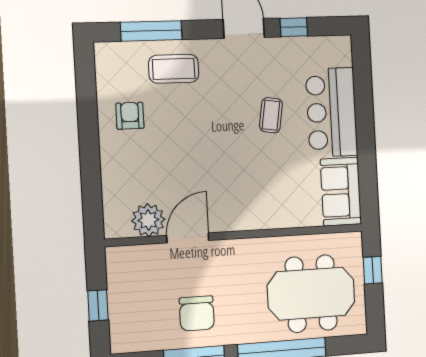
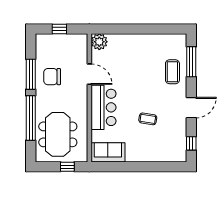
window: (294, 27) -> (191, 143), moved
bar counter: (332, 112) -> (103, 107), moved, turned 90
armchair: (130, 116) -> (150, 49), removed
plant: (148, 220) -> (99, 42), moved

